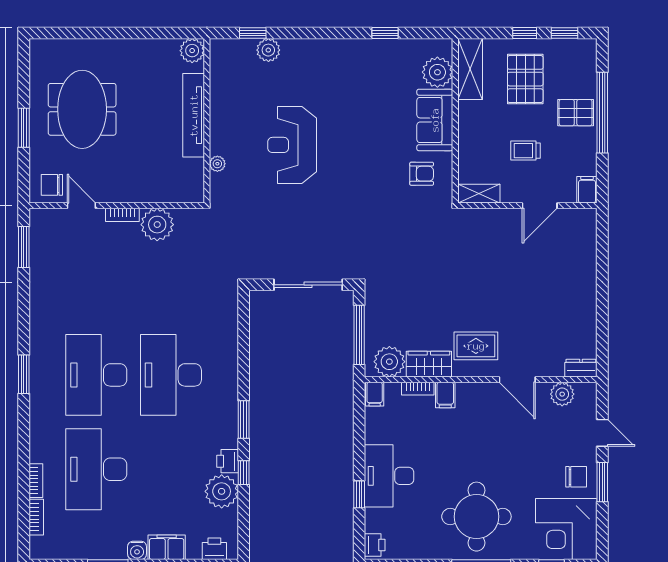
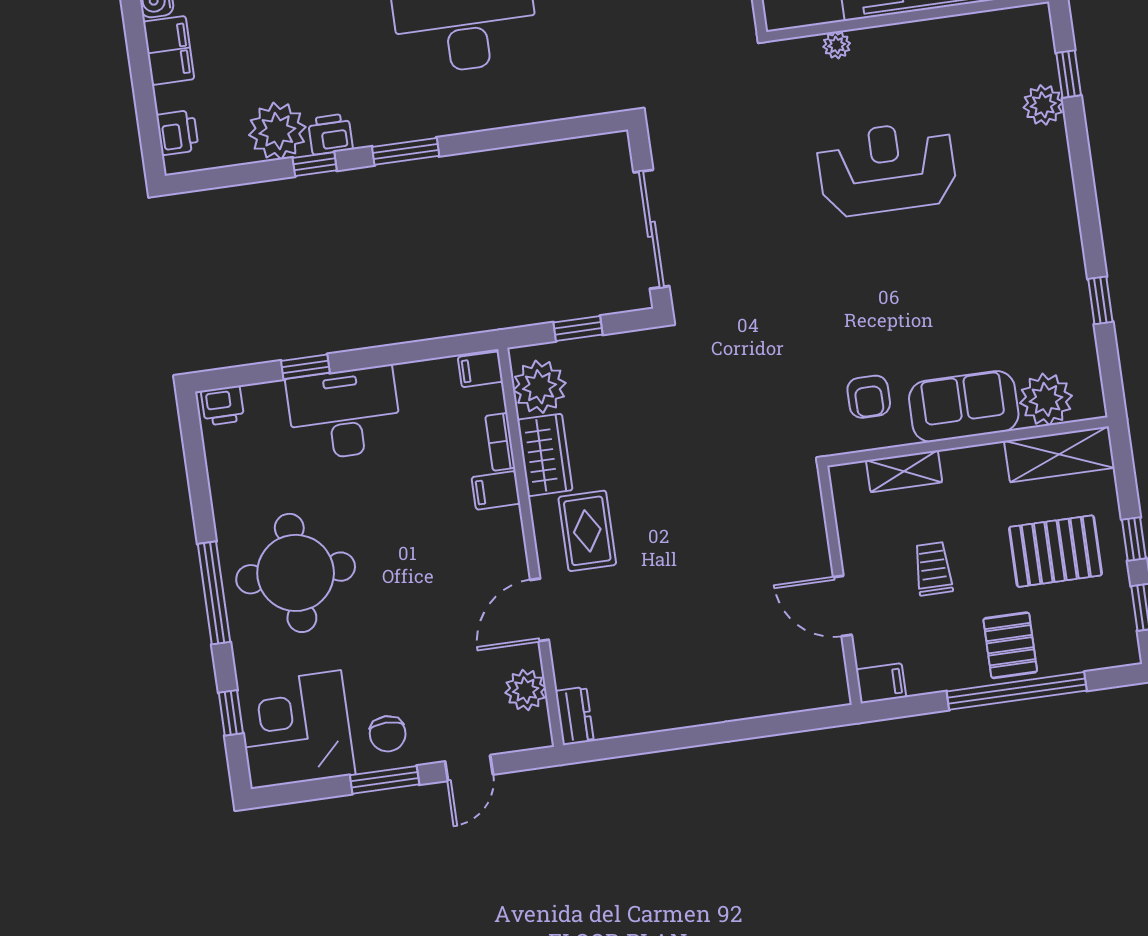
shelving: (479, 194) -> (904, 471), moved, turned 90
window: (359, 335) -> (578, 328), width x0.46

